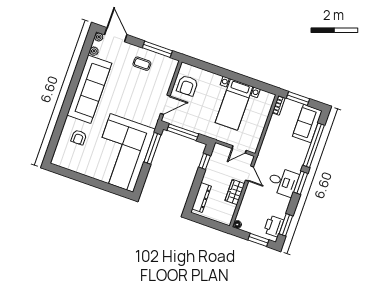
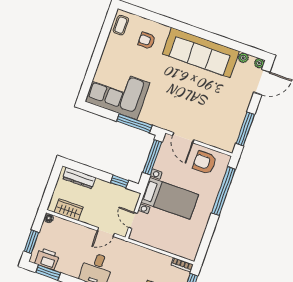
coffee table: (142, 64) -> (121, 25), moved
window: (213, 69) -> (223, 191), added
bed with nightstands: (234, 104) -> (170, 198), moved, turned 180
corner sofa: (122, 153) -> (117, 92), width x0.73, depth x0.74
wardrobe: (235, 192) -> (69, 210), moved

